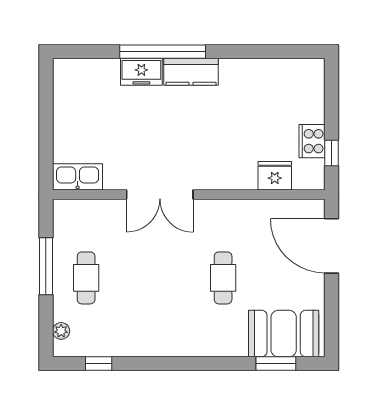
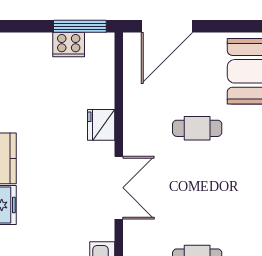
window: (332, 153) -> (80, 26), width x2.17
fridge: (275, 176) -> (101, 125), moved

